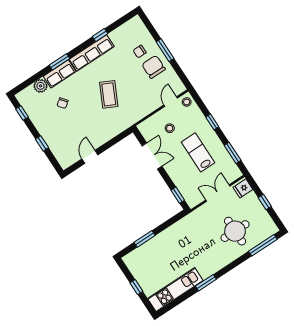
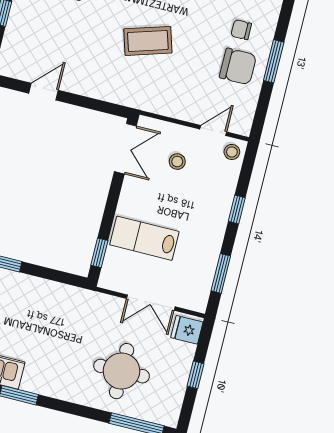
chair: (154, 67) -> (238, 66), turned 90
coffee table: (109, 94) -> (148, 41), turned 47
lab bench: (198, 152) -> (144, 238), moved, turned -90
double door: (152, 156) -> (125, 149), moved
double door: (218, 193) -> (151, 303), swing flipped

